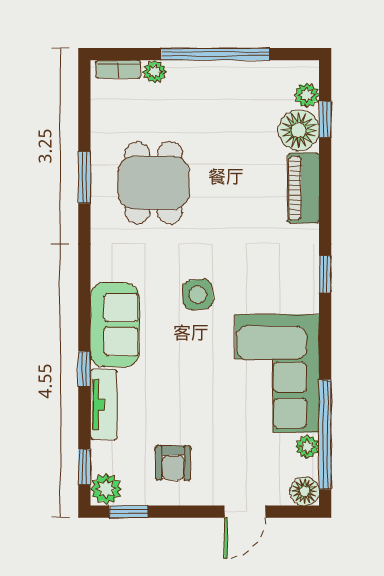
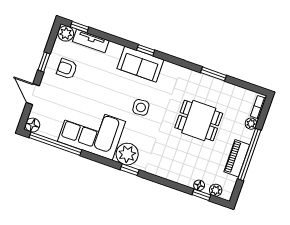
floor lamp: (299, 130) -> (199, 185), width x0.53, depth x0.53
dining table: (154, 183) -> (199, 120), moved
piano: (303, 188) -> (237, 158), moved, turned -90
window: (84, 369) -> (146, 50), moved
tv unit: (104, 404) -> (91, 41), moved
plant: (307, 447) -> (127, 154), moved, width x1.87, depth x1.87
window: (128, 512) -> (44, 62), moved

